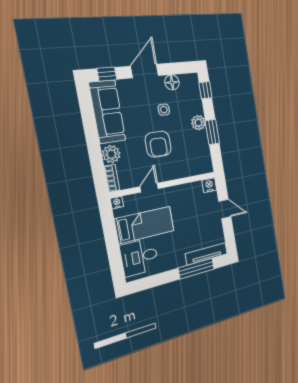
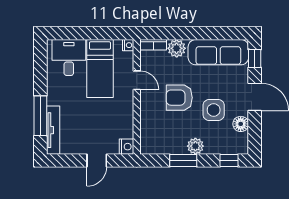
side table: (164, 110) -> (214, 110), width x1.87, depth x1.87

